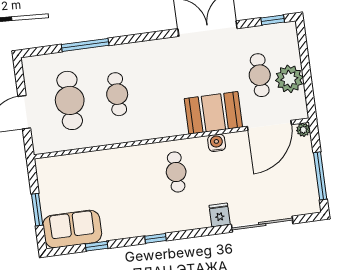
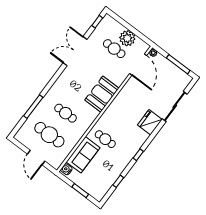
booth: (213, 113) -> (102, 94), moved
water cooler: (217, 143) -> (66, 169), moved
cafe table: (176, 172) -> (105, 139), moved
fridge: (220, 215) -> (150, 122), width x1.88, depth x1.34
sofa: (72, 229) -> (83, 155), moved, turned 180

